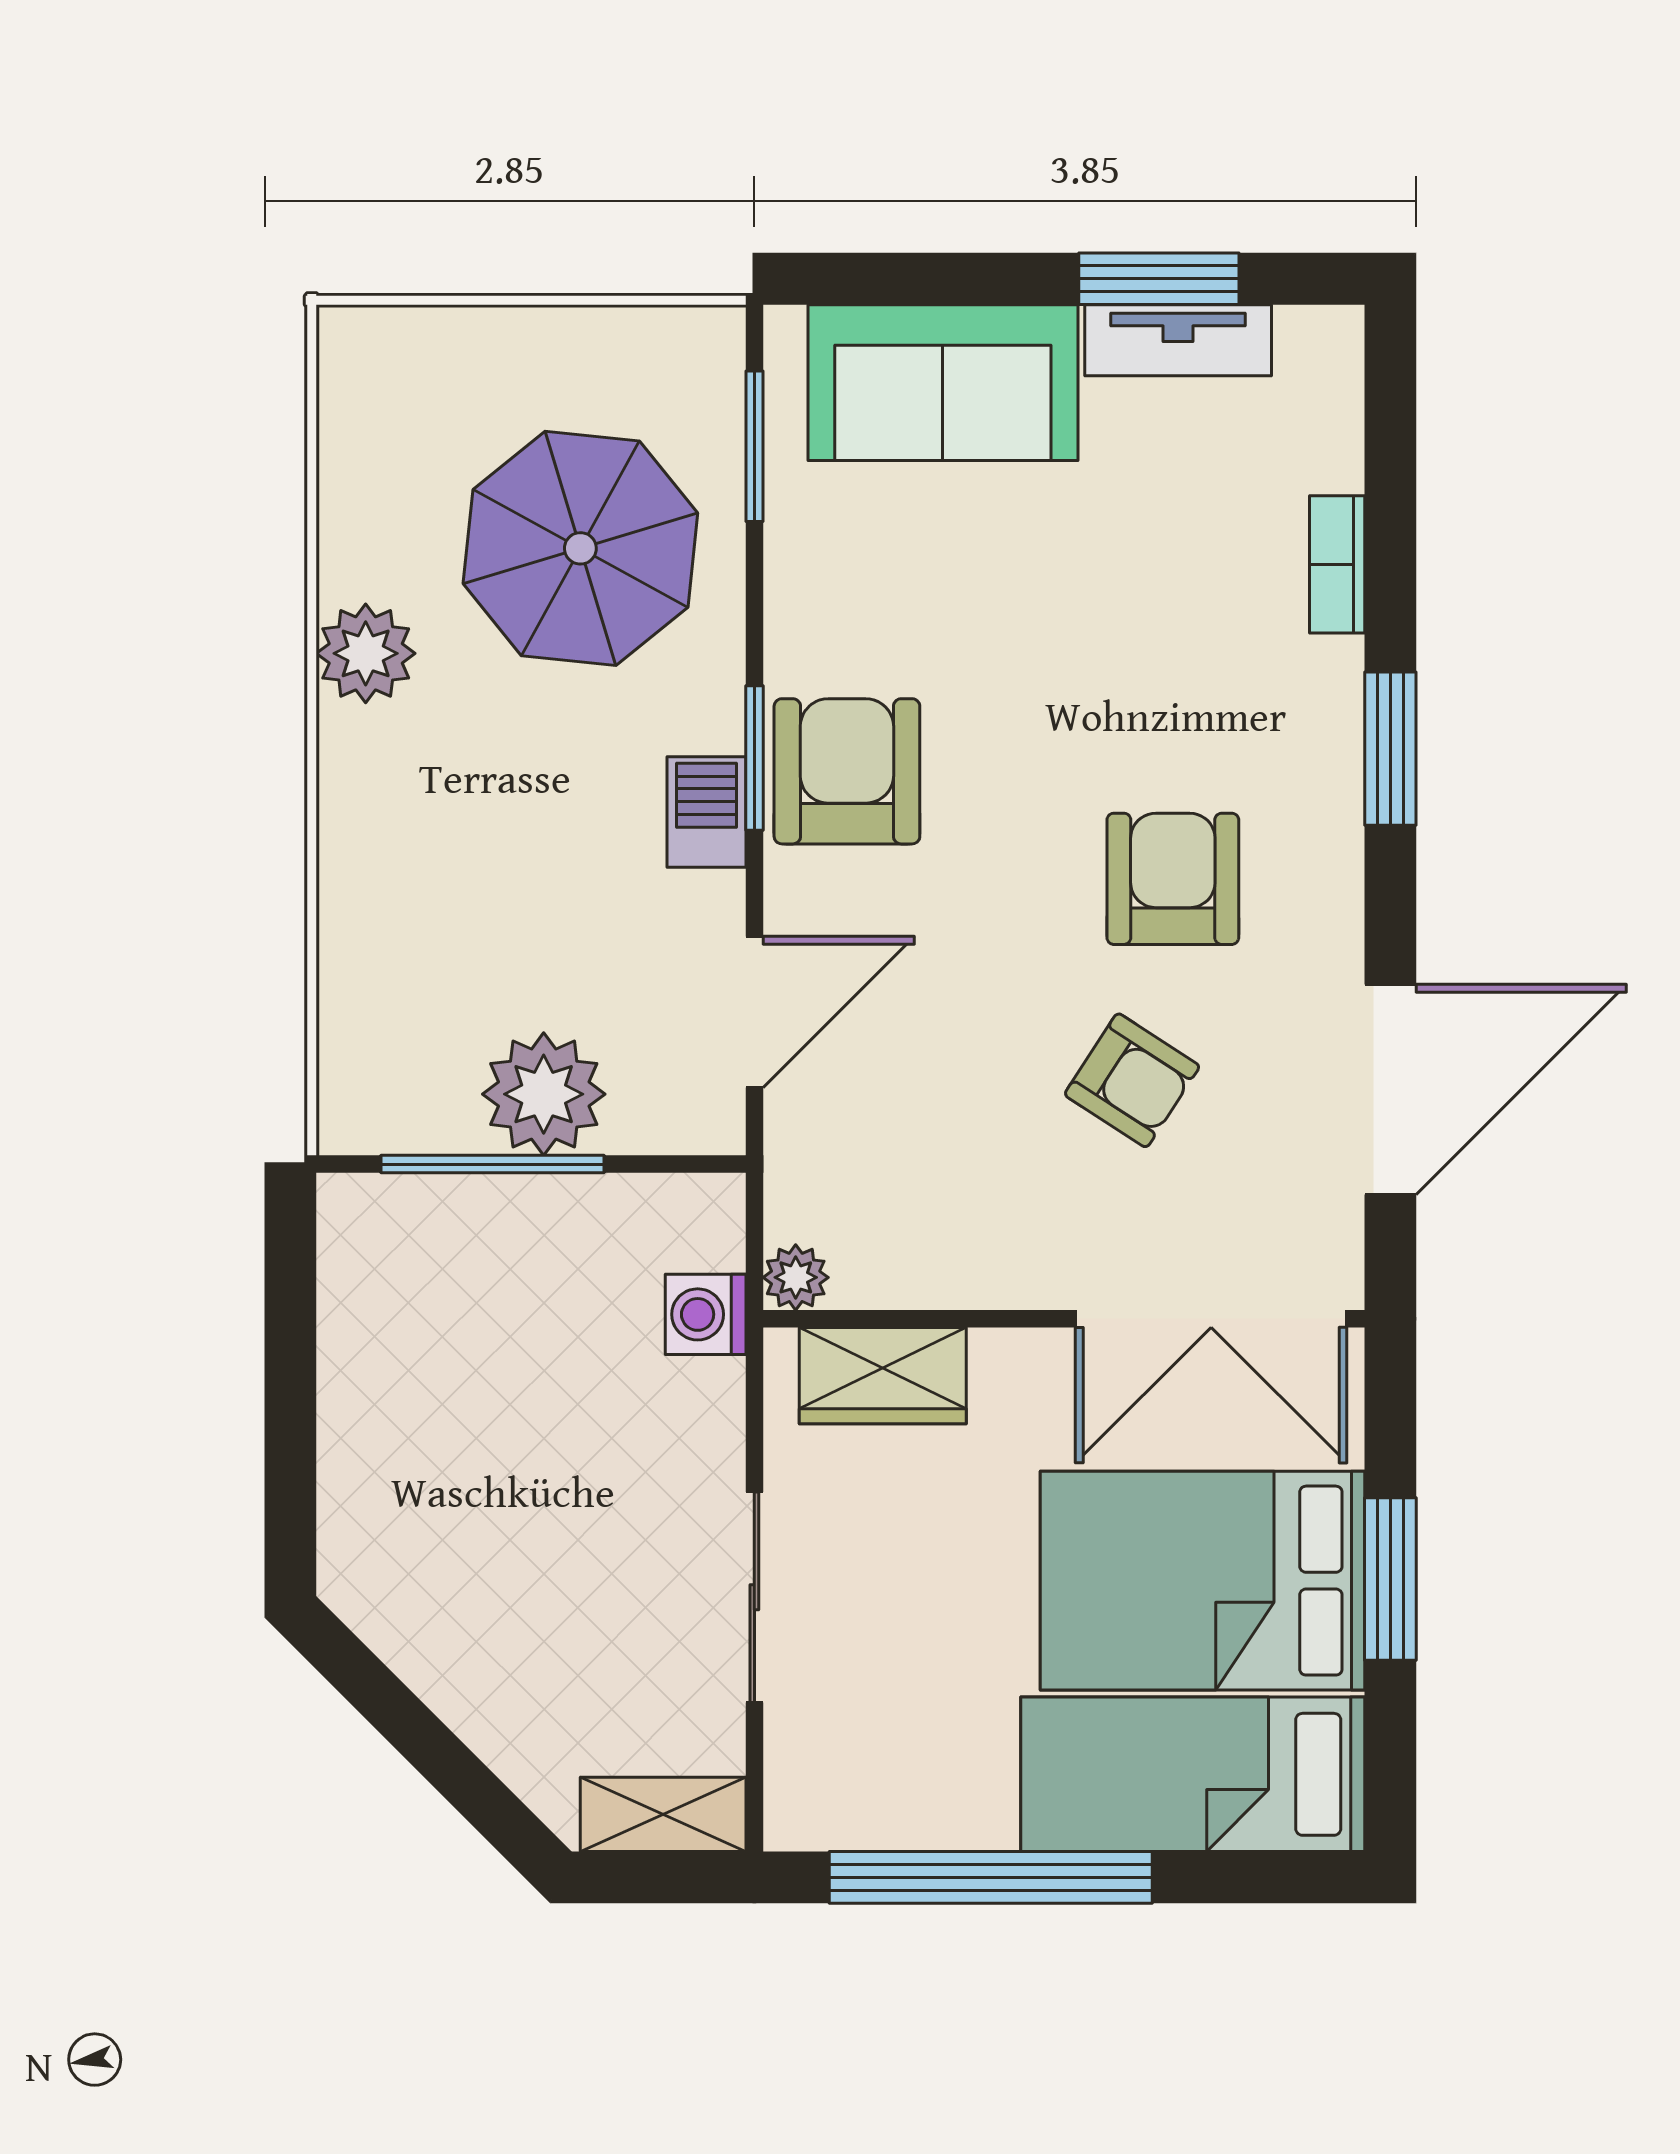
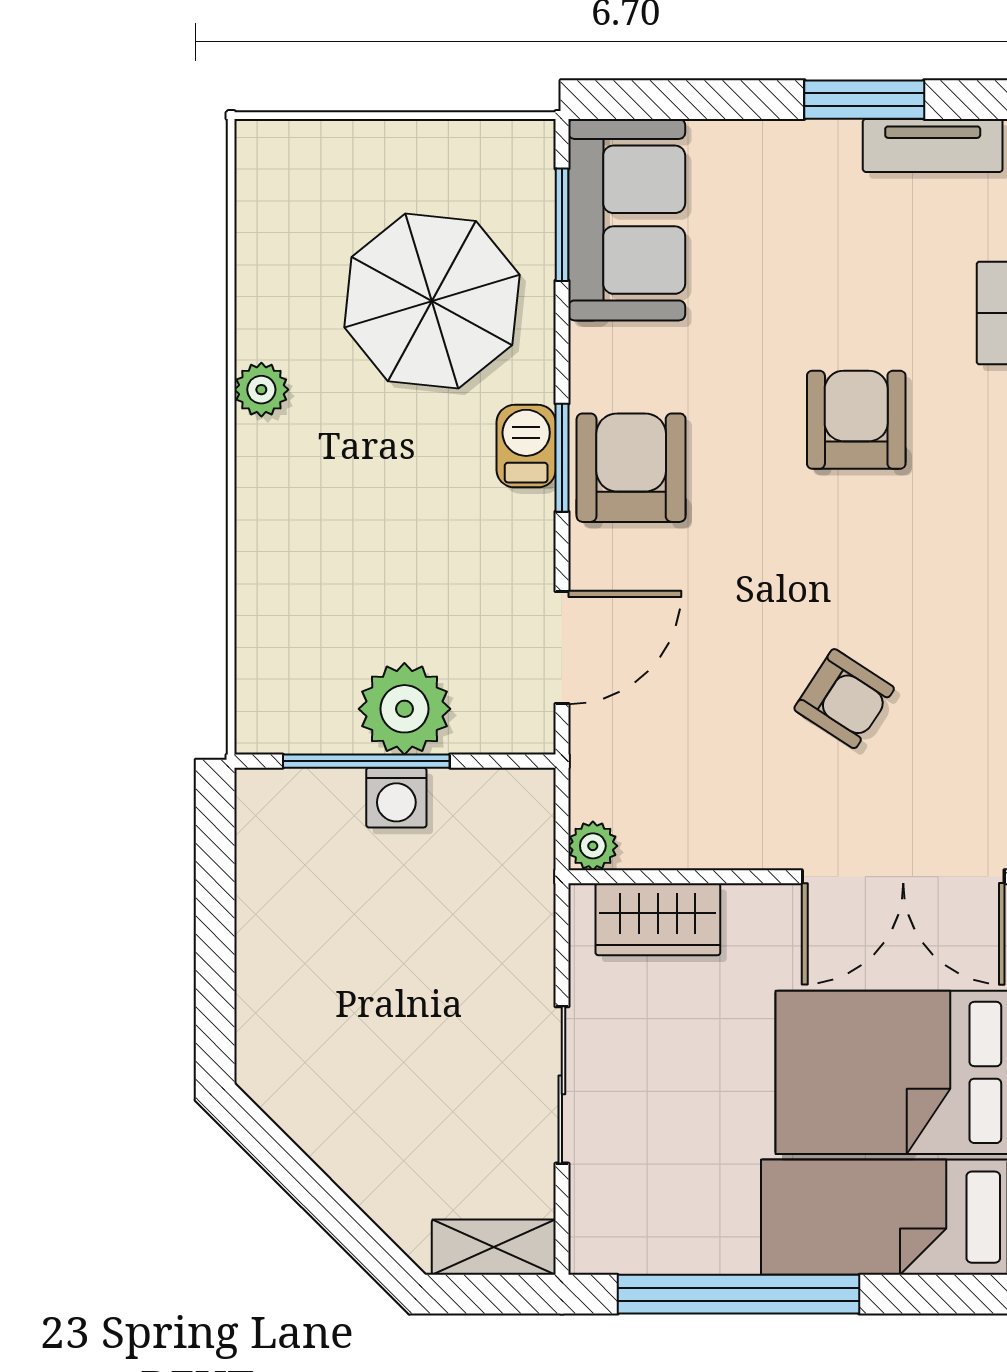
tv unit: (1178, 340) -> (933, 145), moved
sofa: (943, 383) -> (627, 220), moved, turned -90
plant: (366, 653) -> (261, 390), width x0.73, depth x0.73
barbecue: (706, 812) -> (526, 446), moved
armchair: (1173, 879) -> (856, 420), moved
washing machine: (706, 1314) -> (396, 798), moved, turned -90

